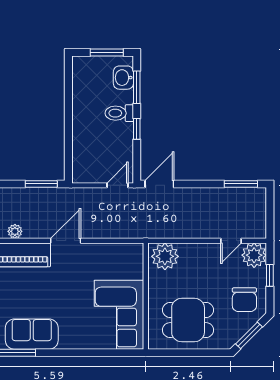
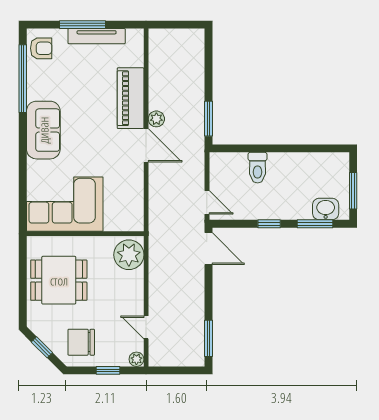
toilet: (119, 113) -> (258, 168), moved, turned 180
plant: (15, 231) -> (156, 119), moved
plant: (254, 255) -> (136, 359), width x0.53, depth x0.53
dining table: (188, 320) -> (59, 280), turned 90
sofa: (32, 334) -> (43, 130), moved
window: (249, 335) -> (42, 347), width x0.67

